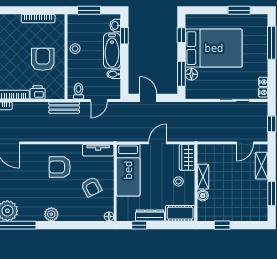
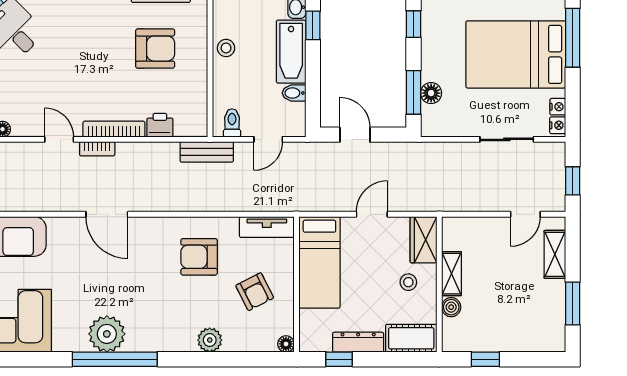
bed: (214, 48) -> (516, 54), moved, turned 180
armchair: (43, 59) -> (155, 49), moved, turned 90
plant: (51, 214) -> (210, 340), moved

